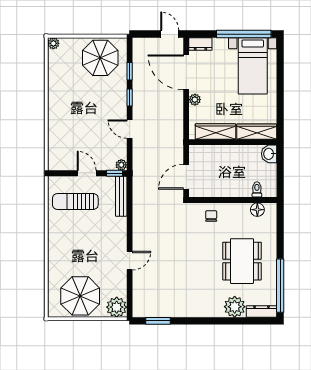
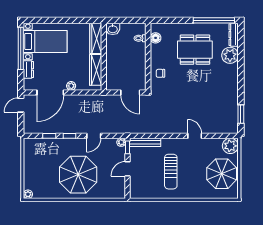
dresser: (200, 44) -> (28, 70), moved
parasol: (100, 58) -> (78, 175), moved, width x1.36, depth x1.36
sun lounger: (75, 201) -> (171, 172), moved

